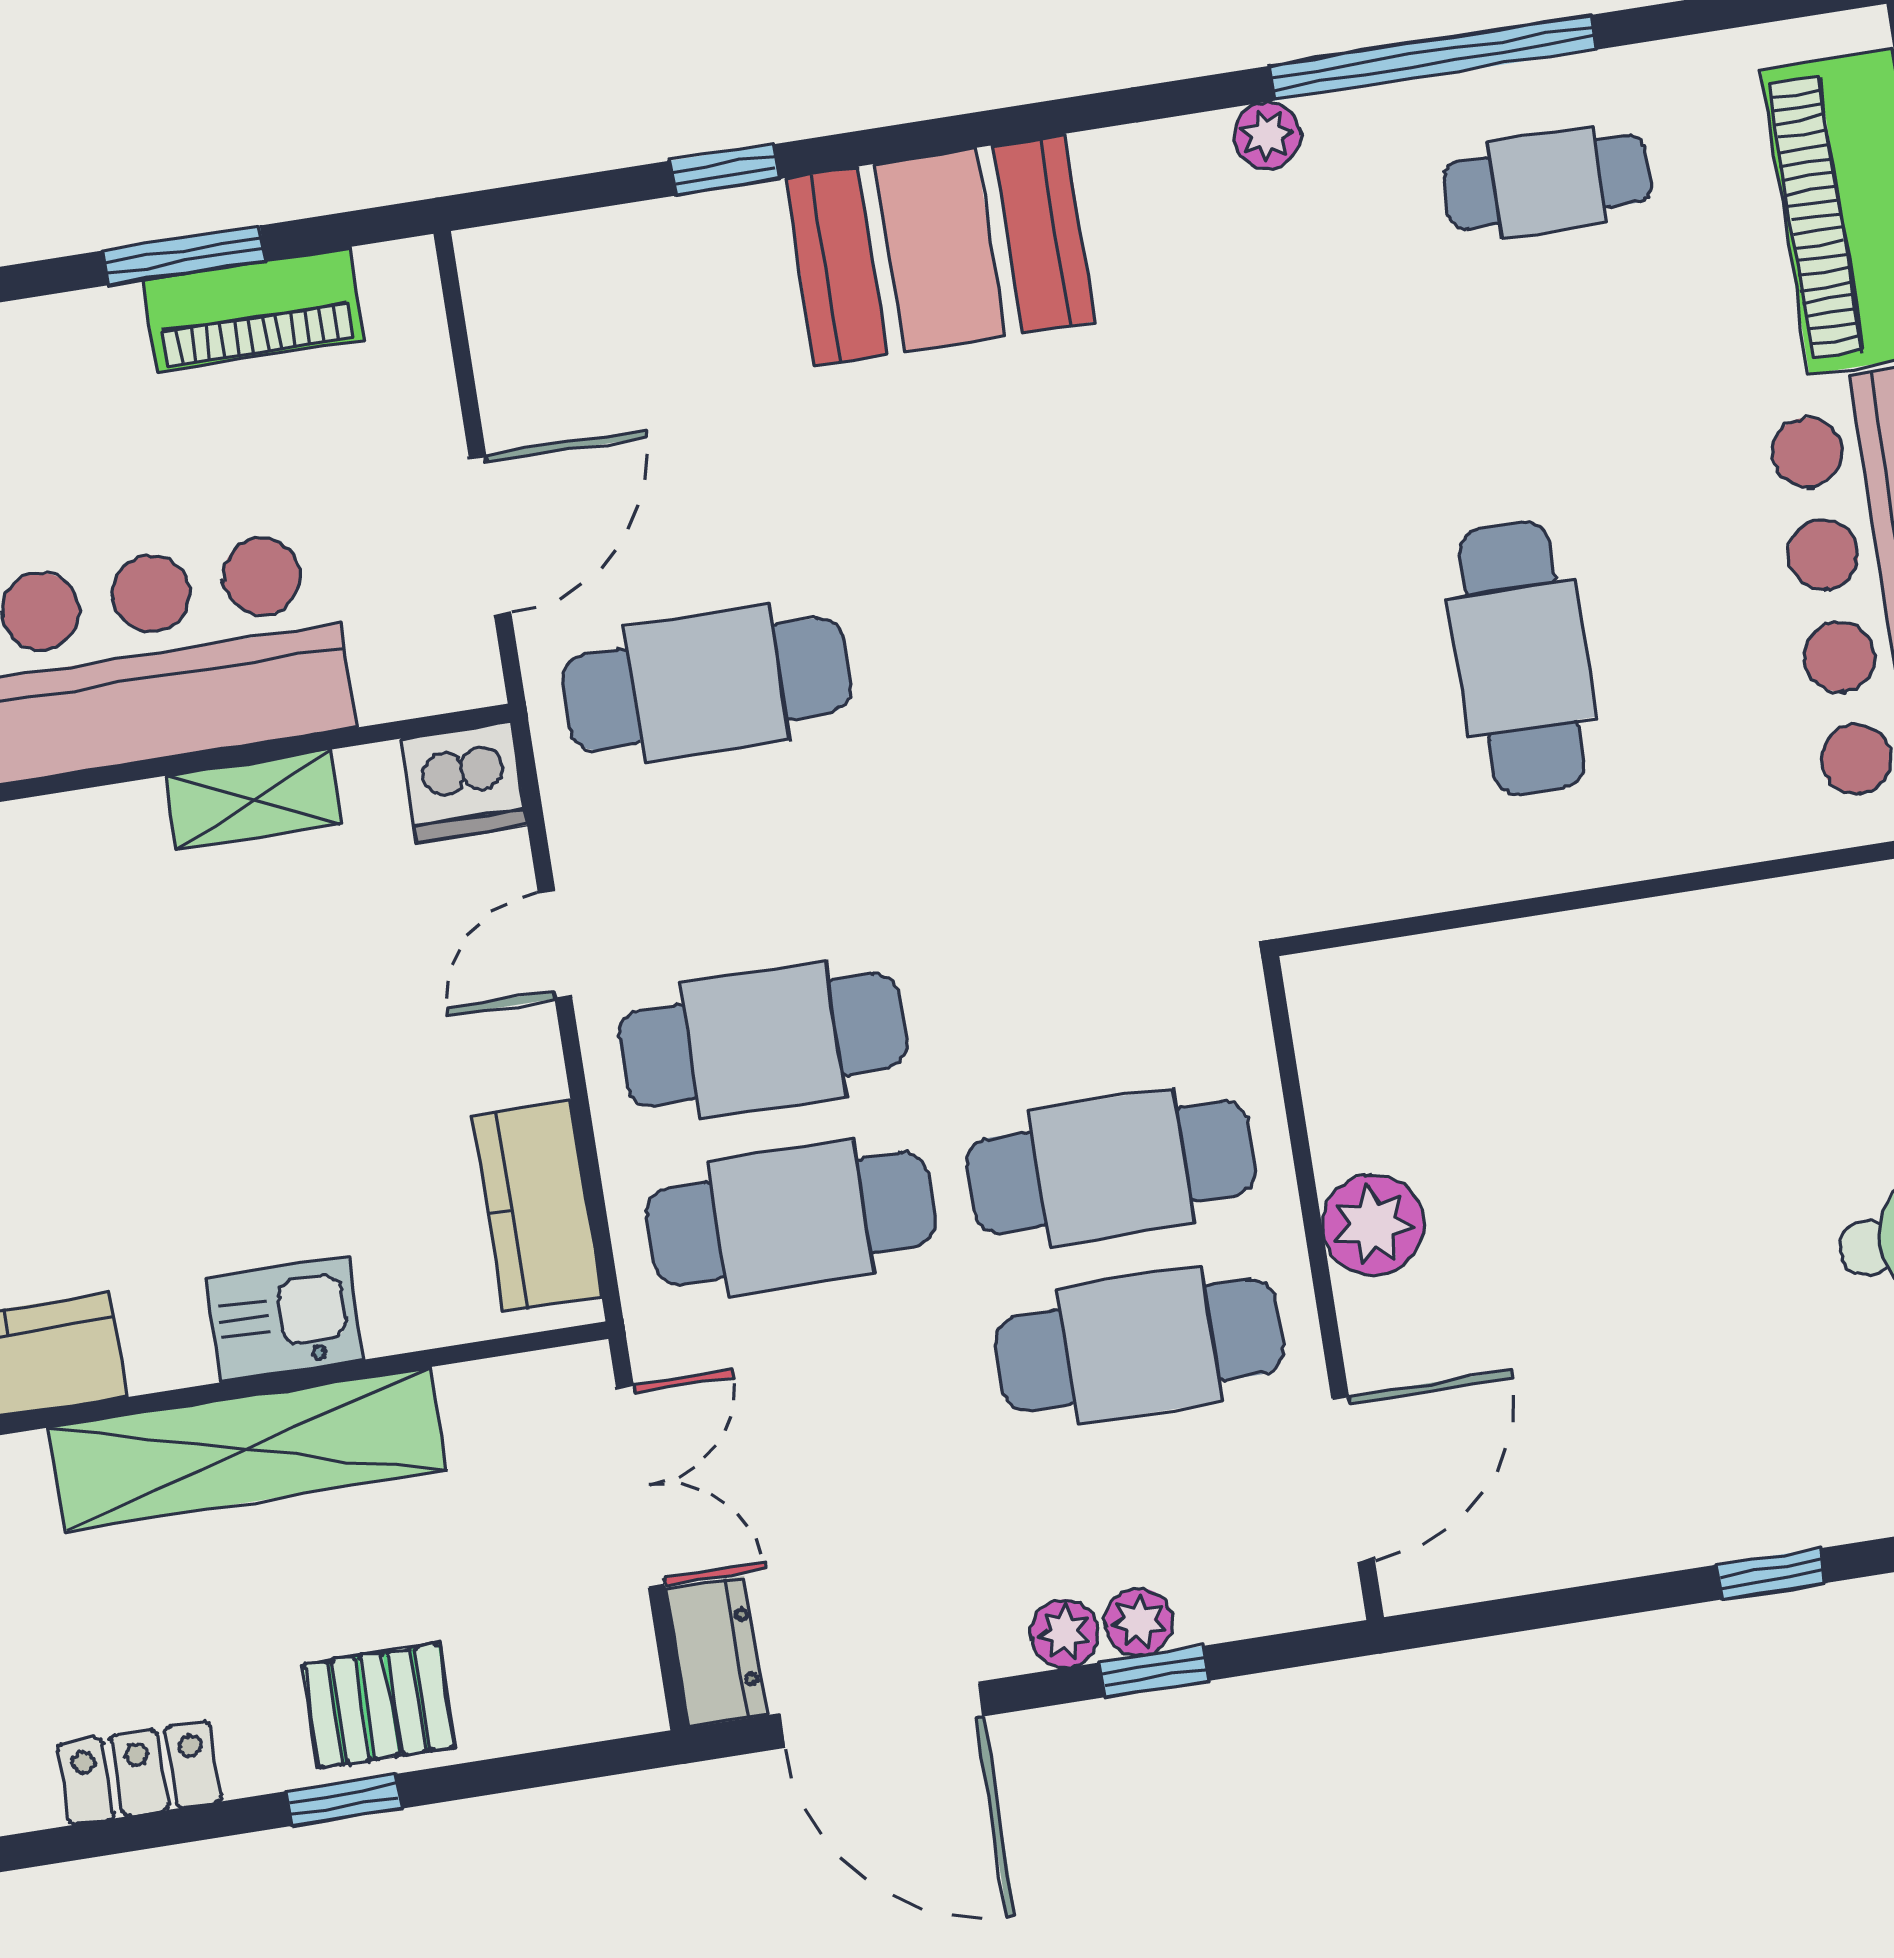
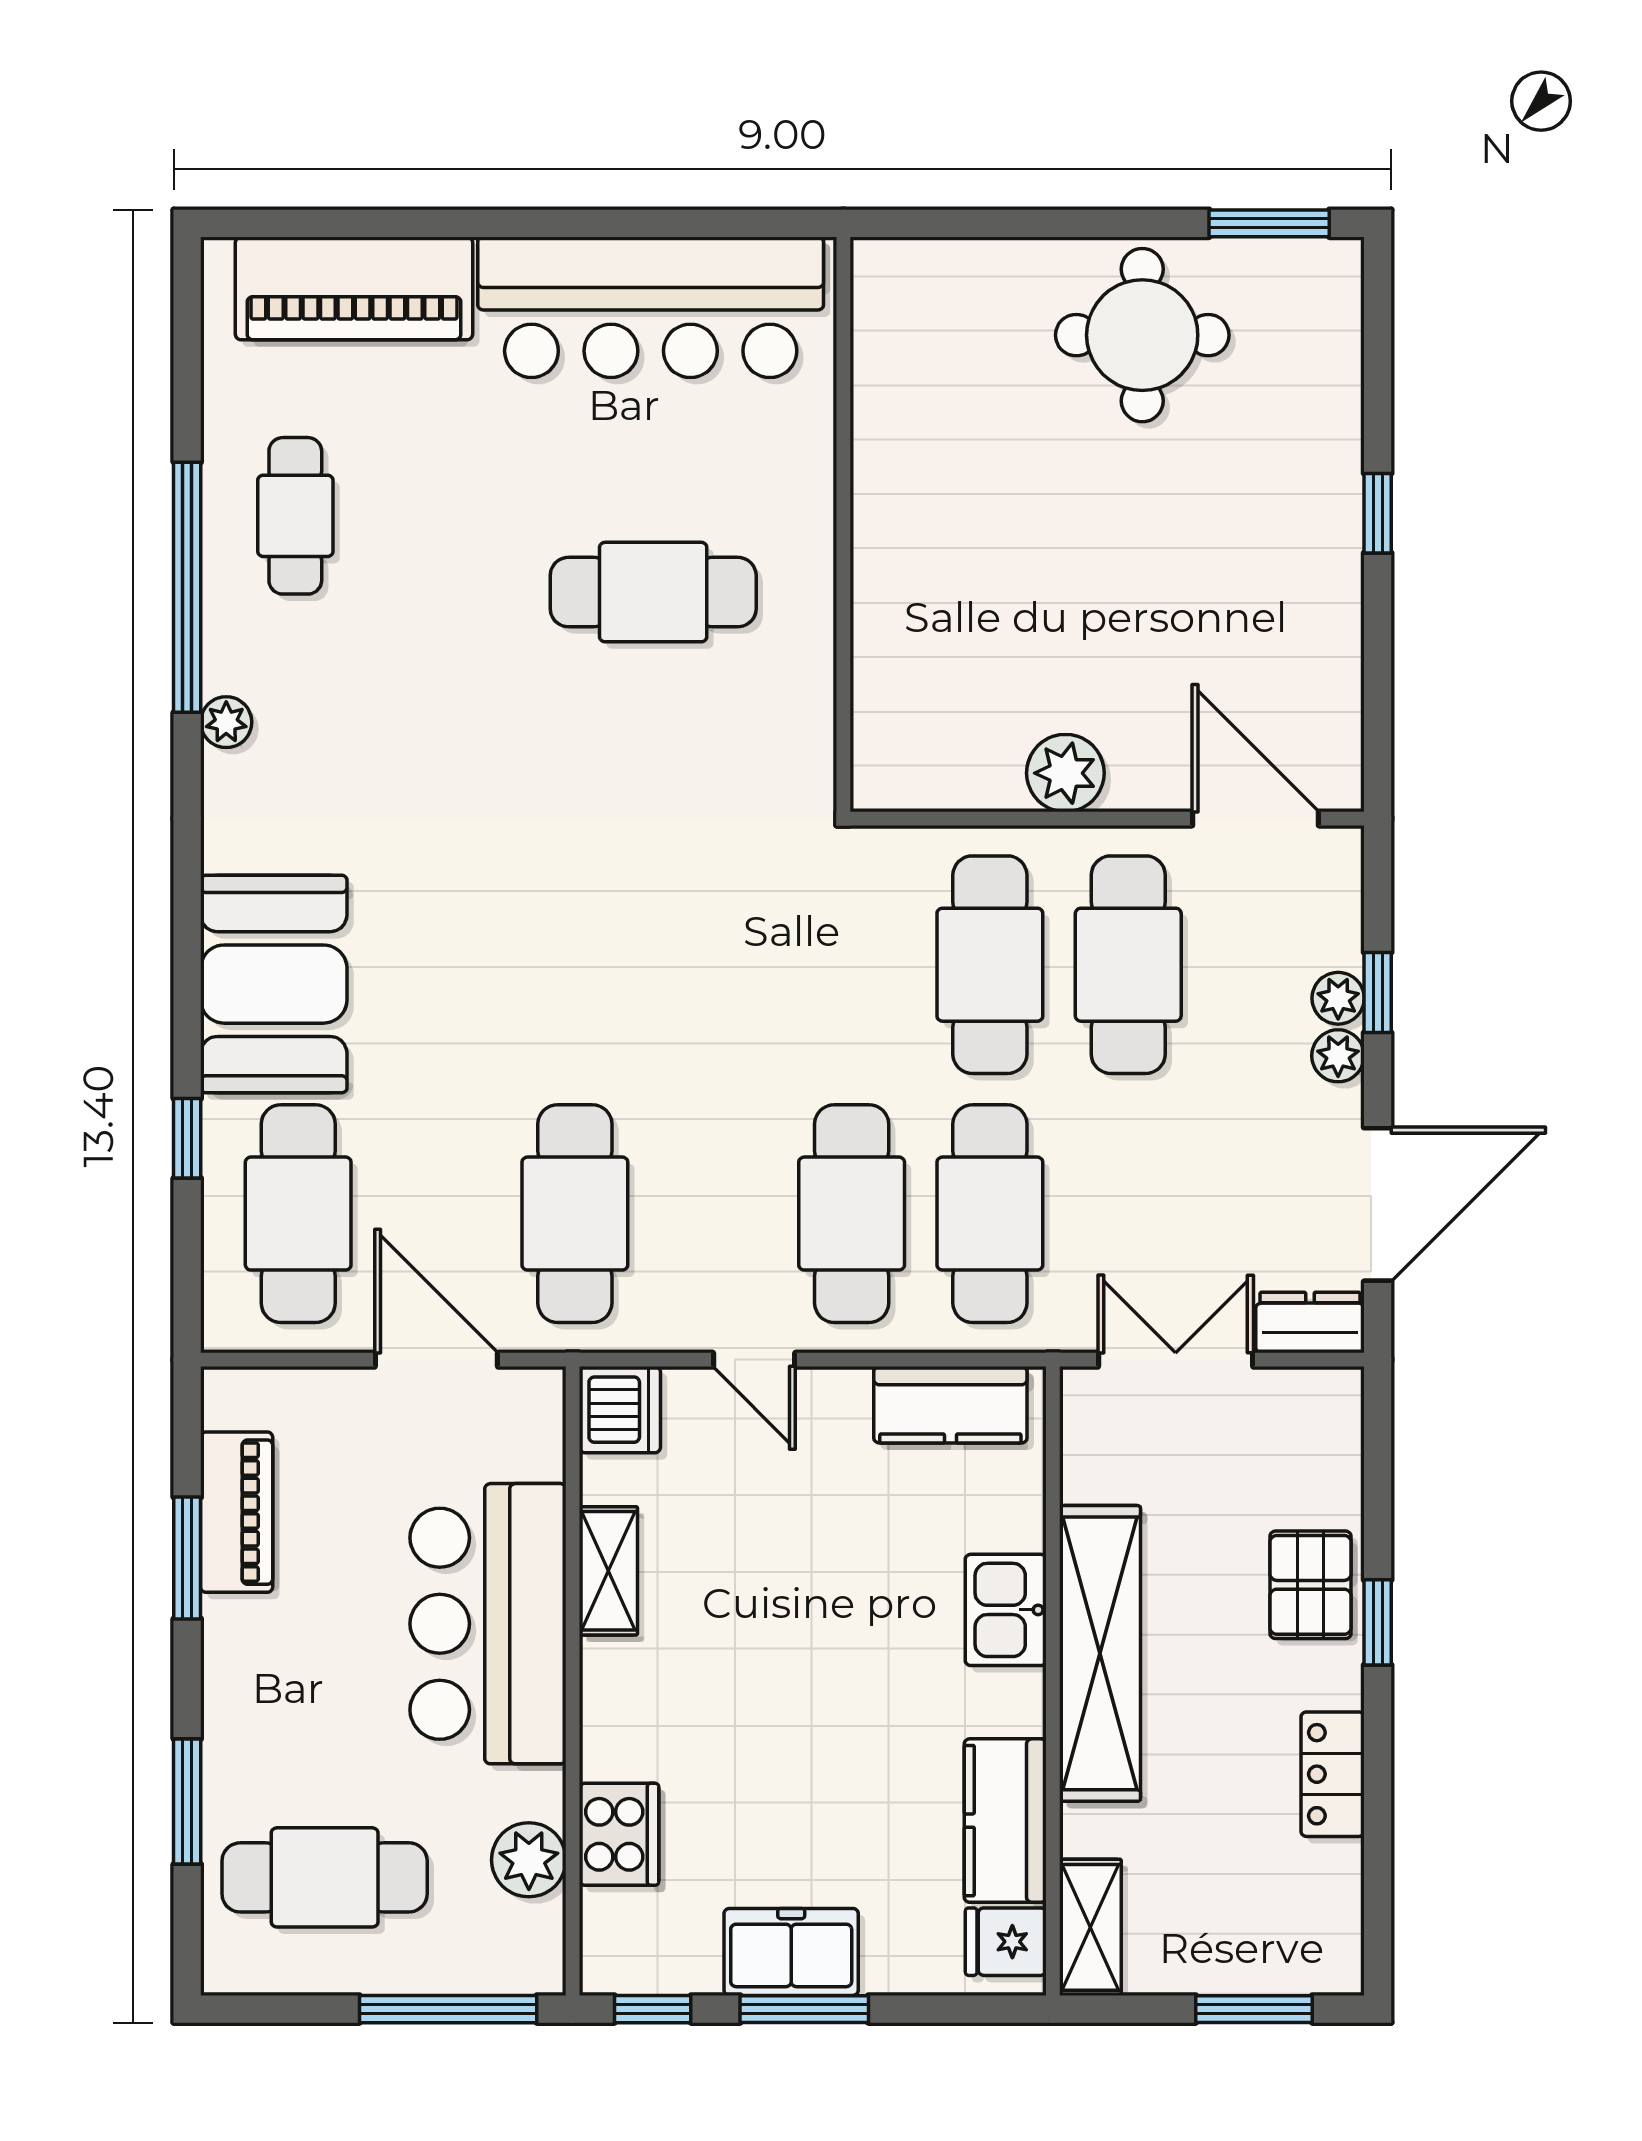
cafe table: (650, 328) -> (298, 1214), added

